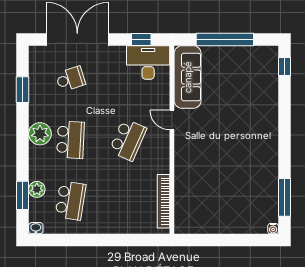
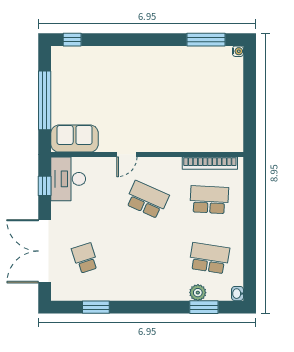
sofa: (188, 77) -> (75, 139), width x0.73
plant: (40, 134) -> (141, 289), removed
school desk: (70, 140) -> (209, 200), moved

